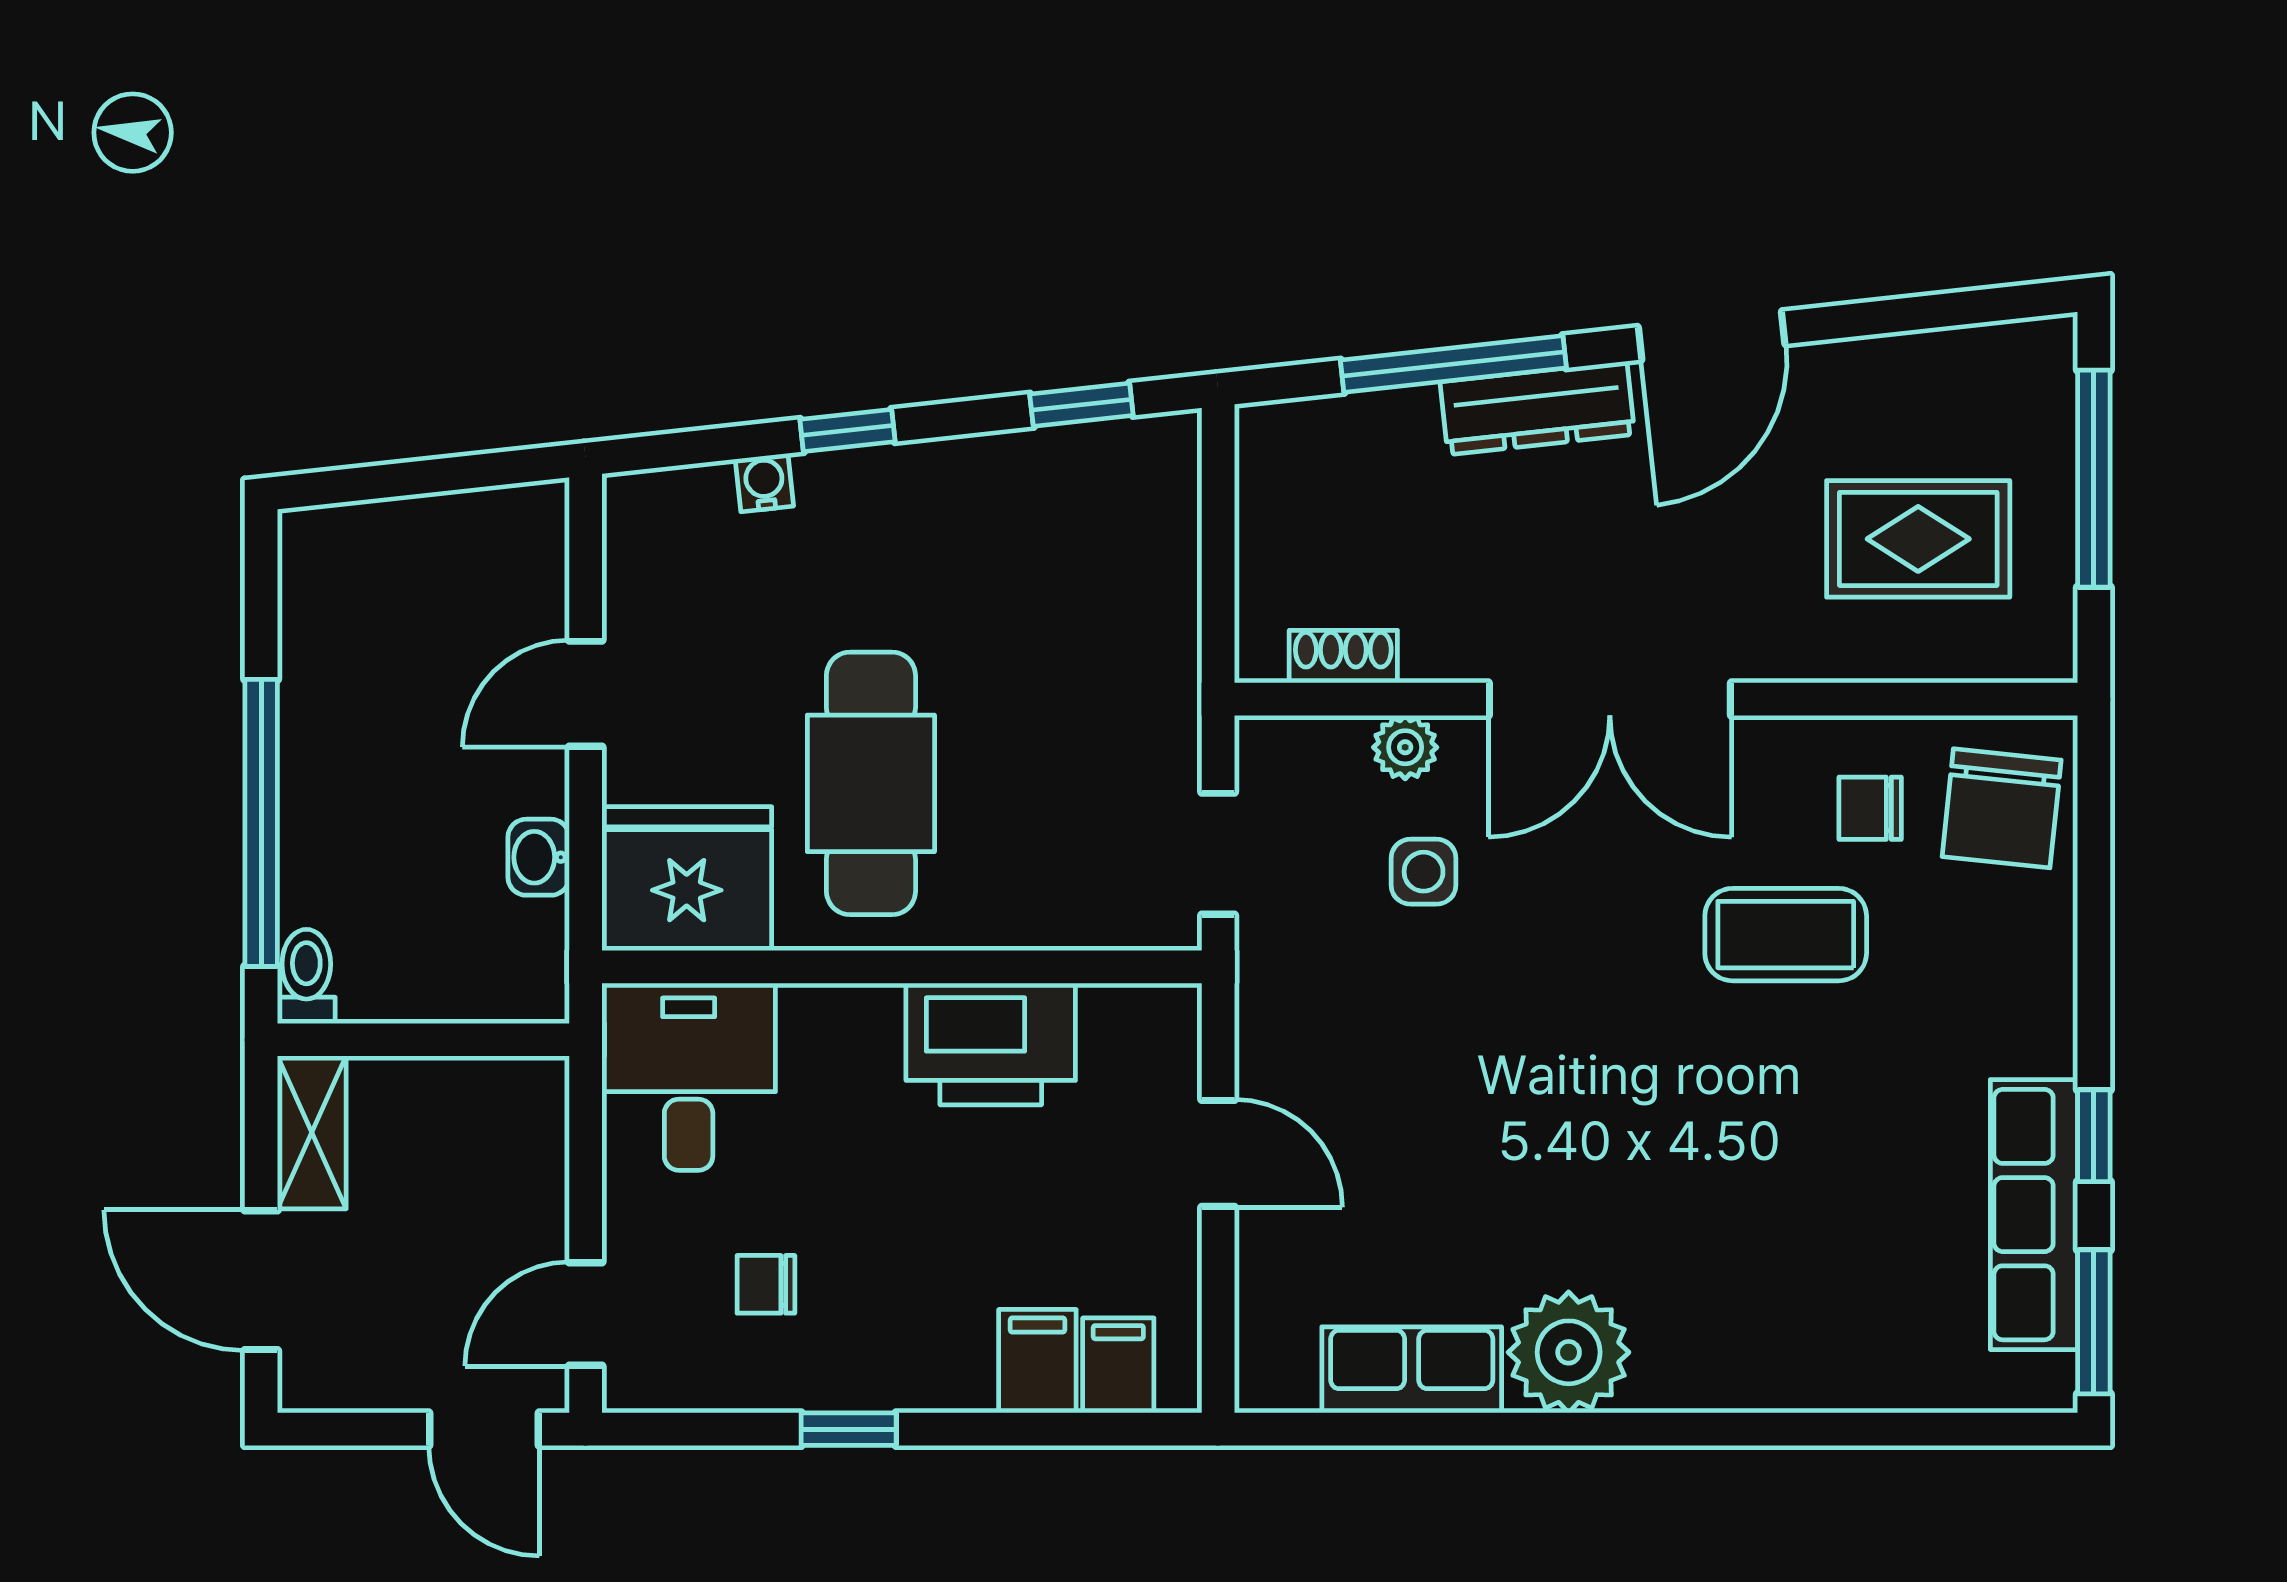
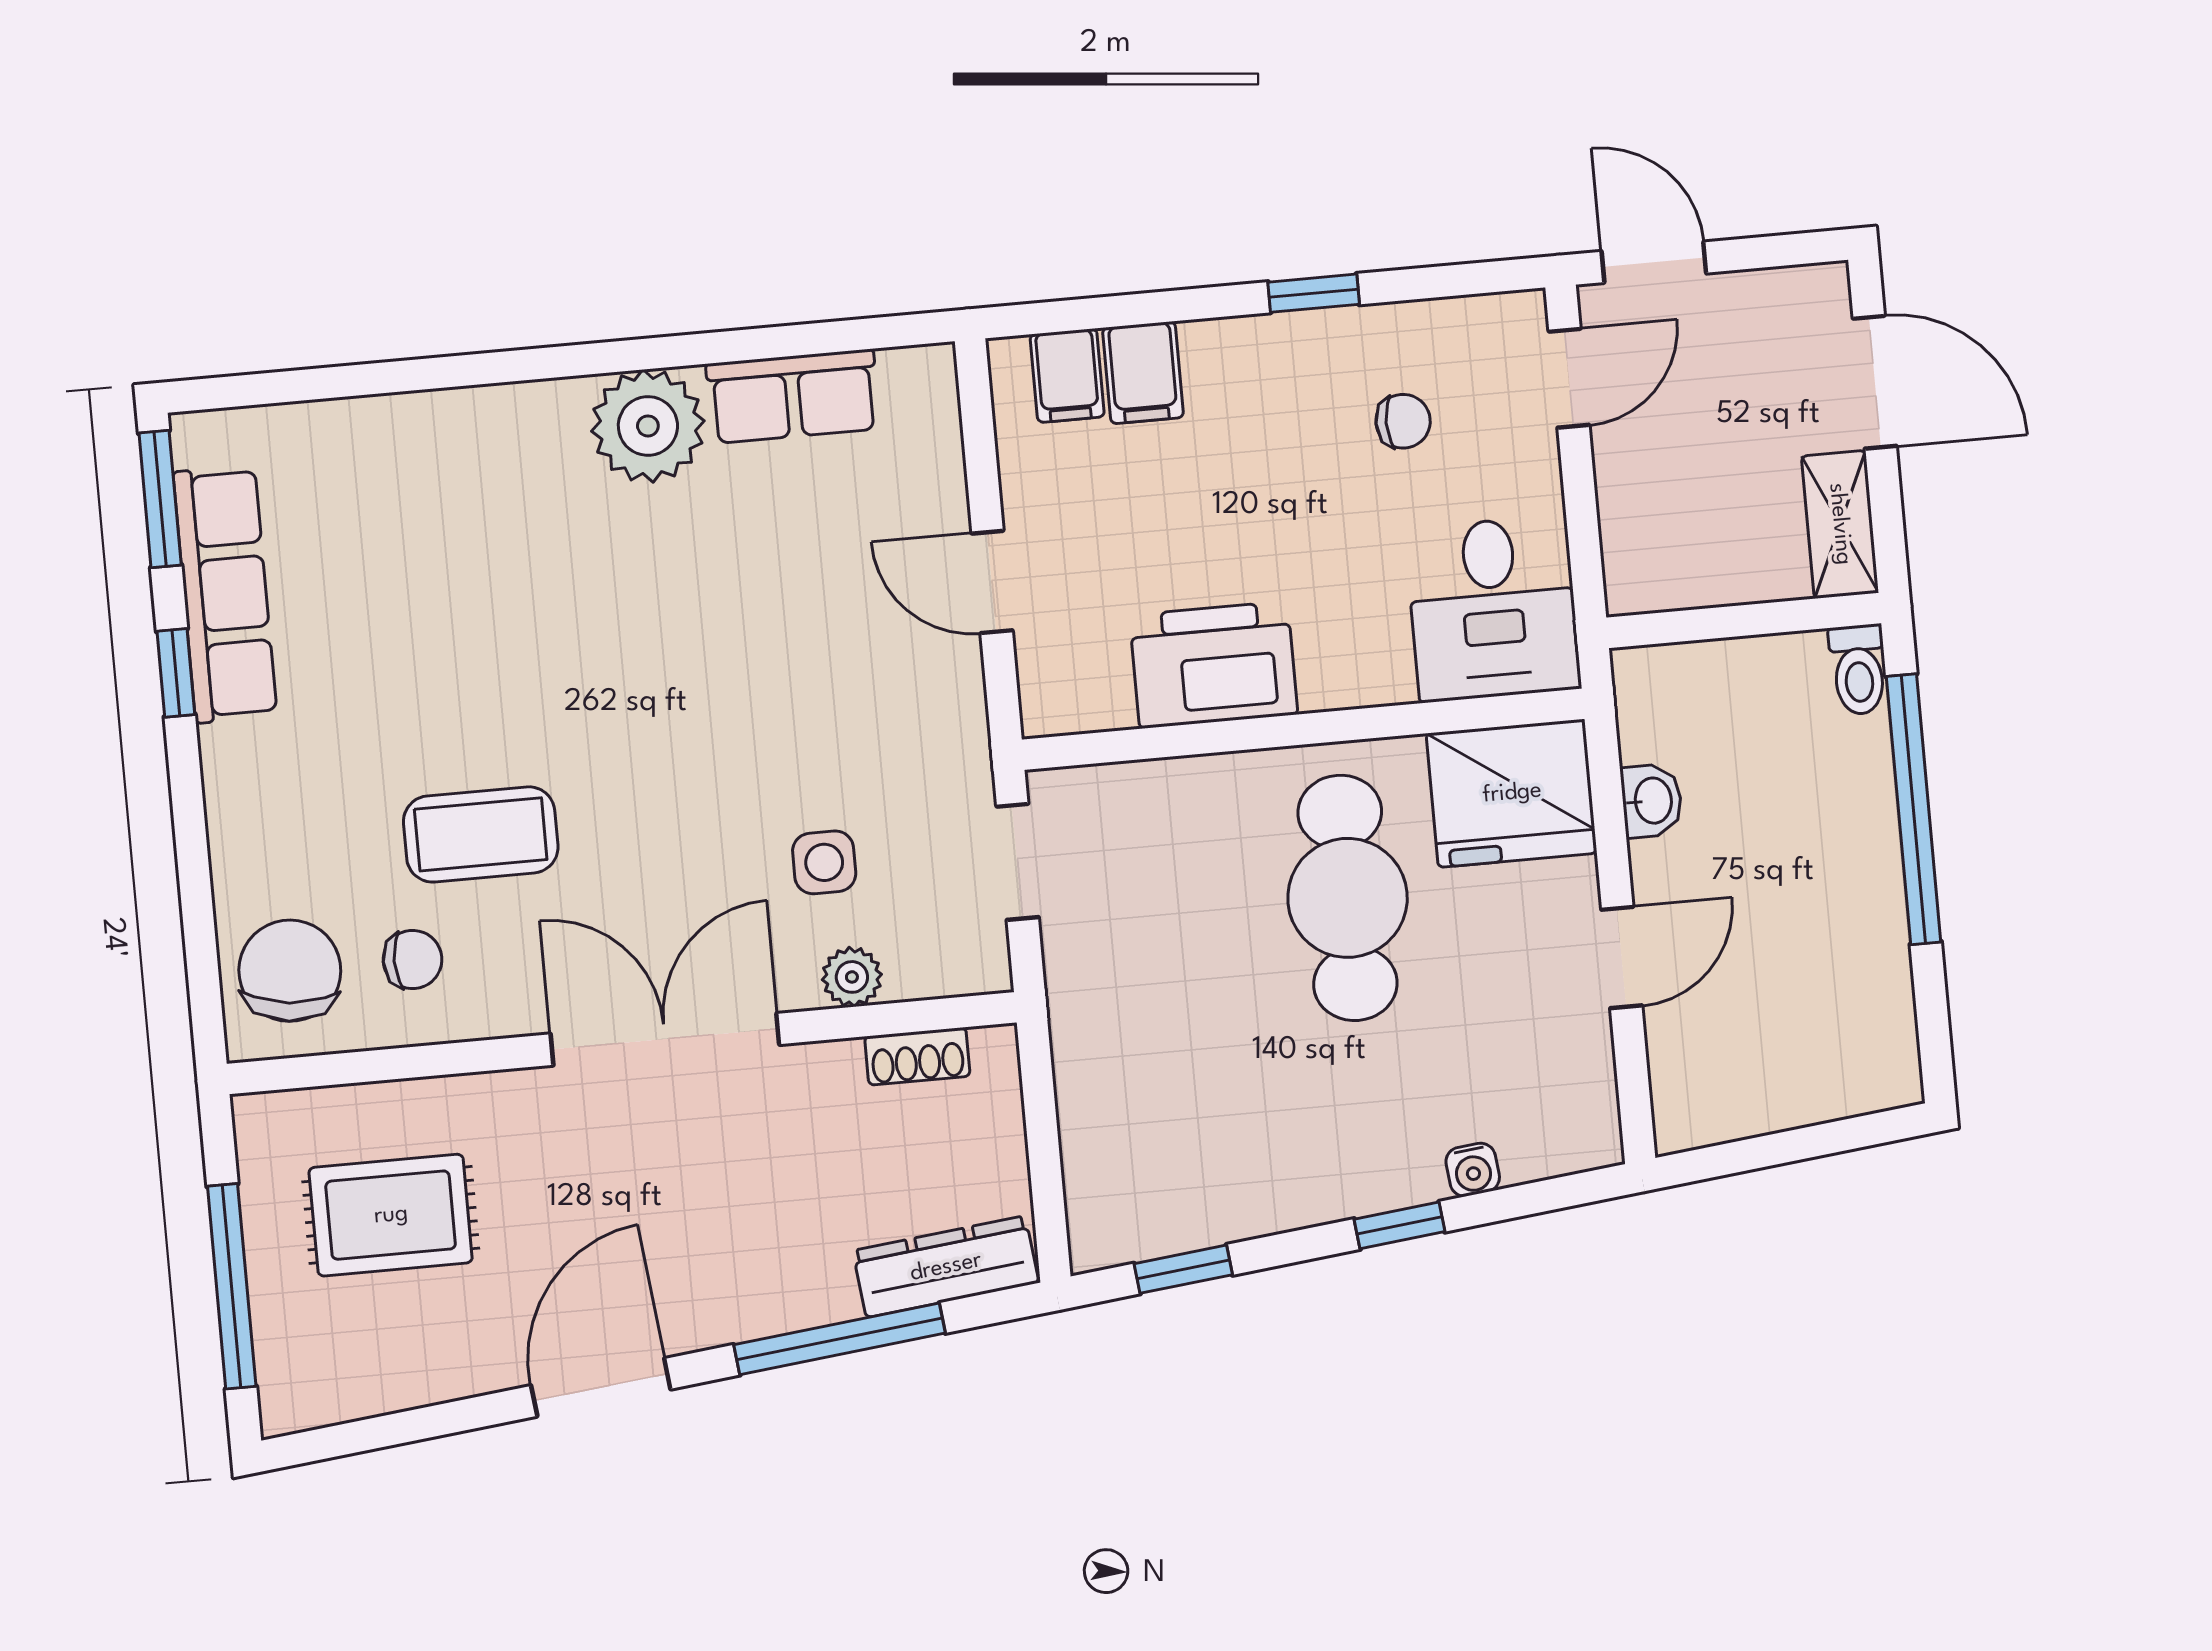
dresser: (1537, 408) -> (946, 1267), moved

